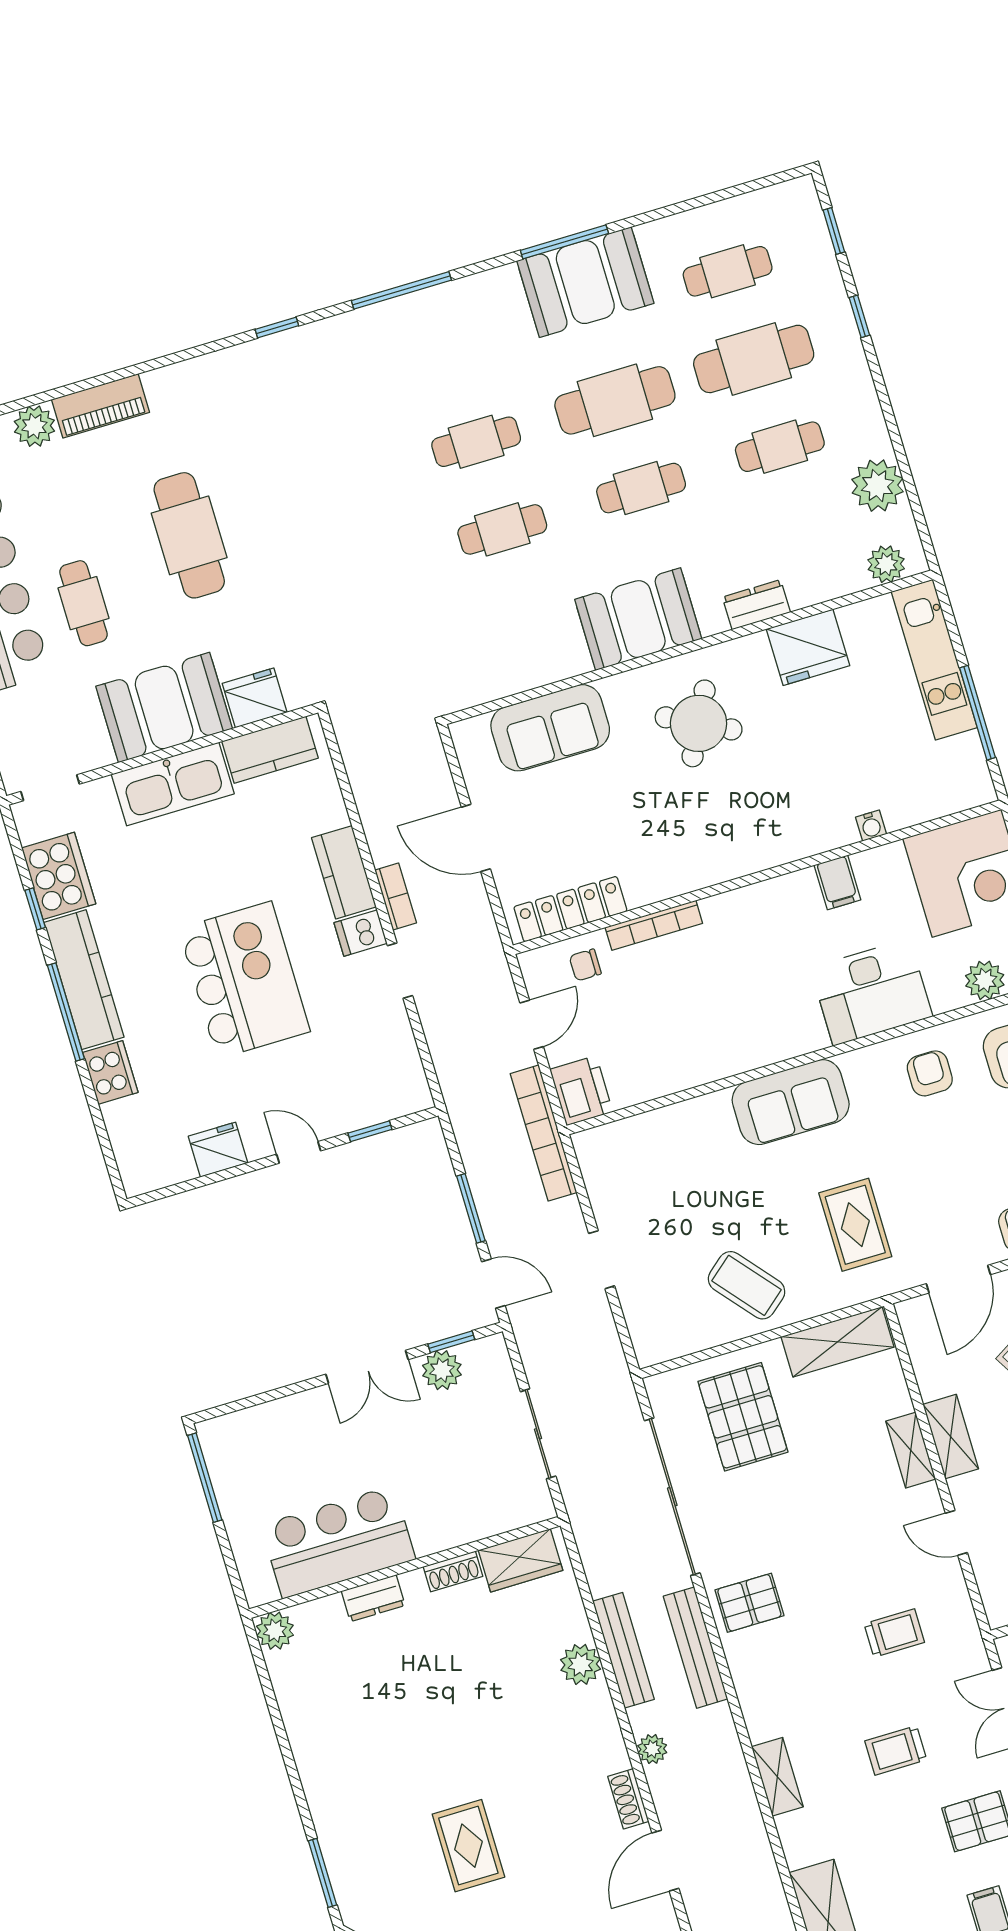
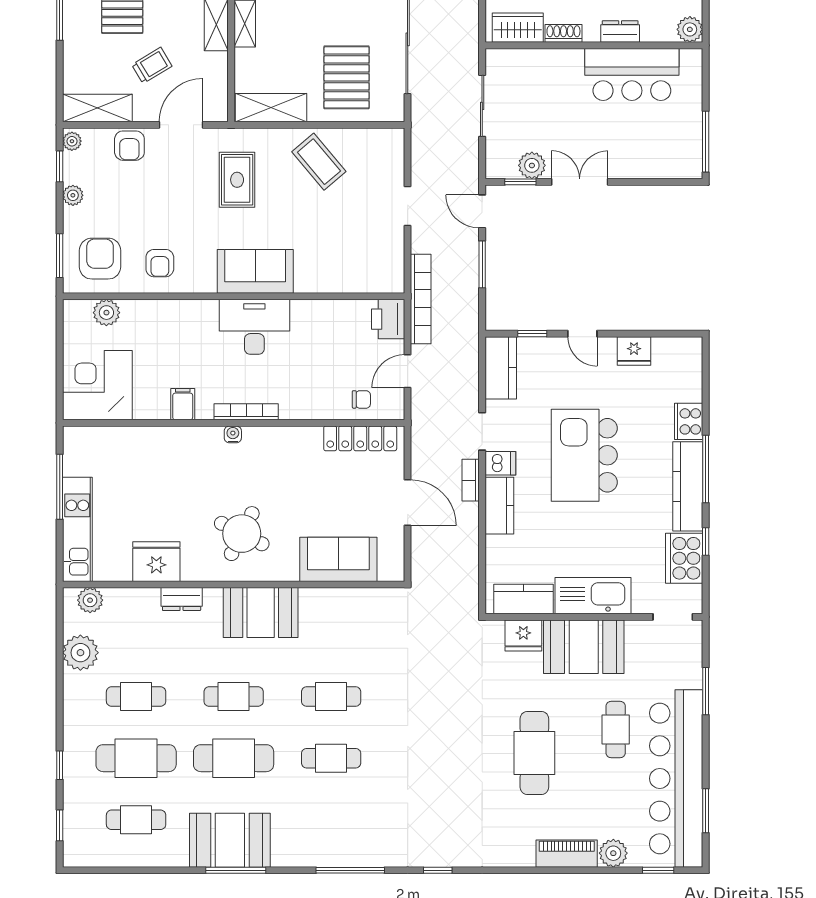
water cooler: (871, 826) -> (233, 434), moved
bookcase: (654, 925) -> (246, 412), moved
desk: (871, 992) -> (254, 327), moved
kitchen counter: (400, 1069) -> (501, 368), added

